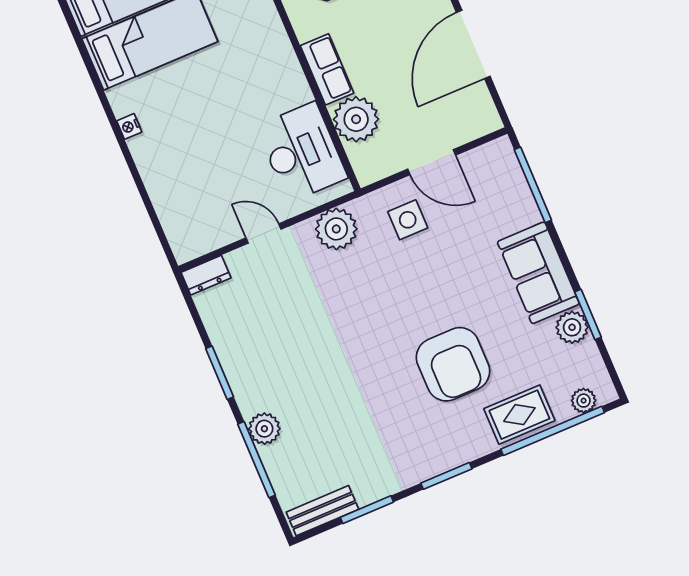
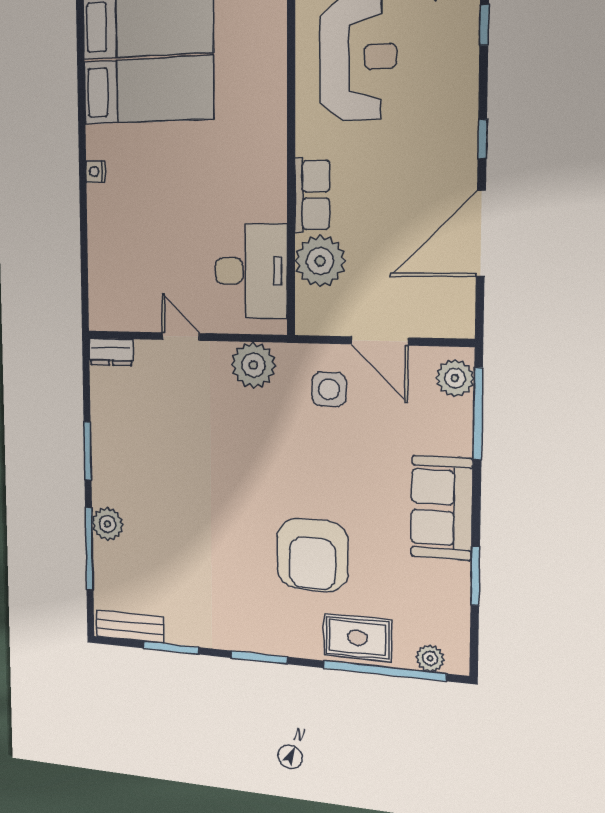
plant: (572, 327) -> (455, 378), moved

